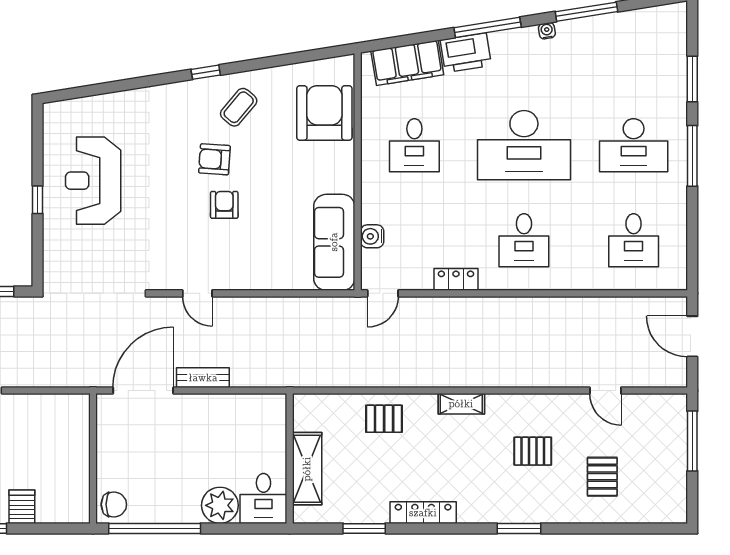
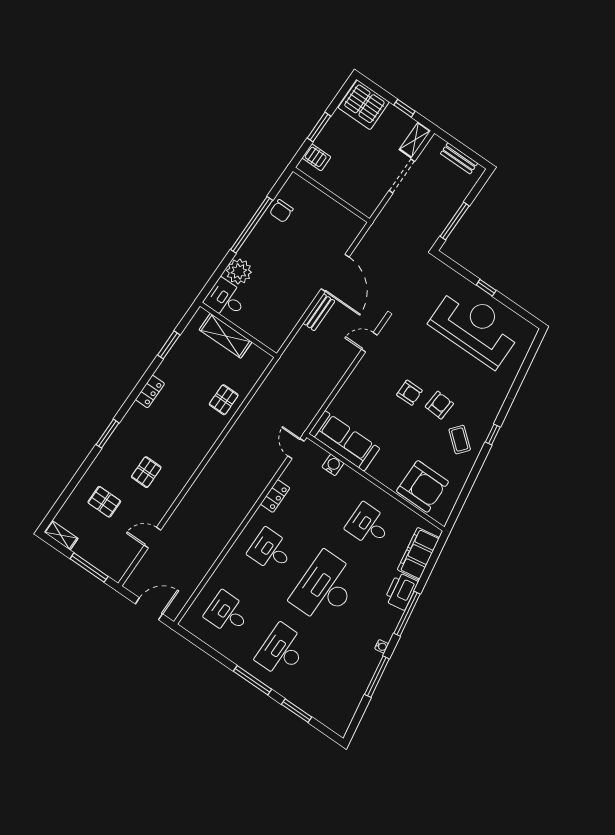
reception desk: (93, 181) -> (475, 327), width x1.36, depth x1.30
shelving: (461, 404) -> (61, 535), moved, turned 90
wall: (93, 458) -> (331, 195), moved
locker: (423, 513) -> (150, 392), width x0.66

